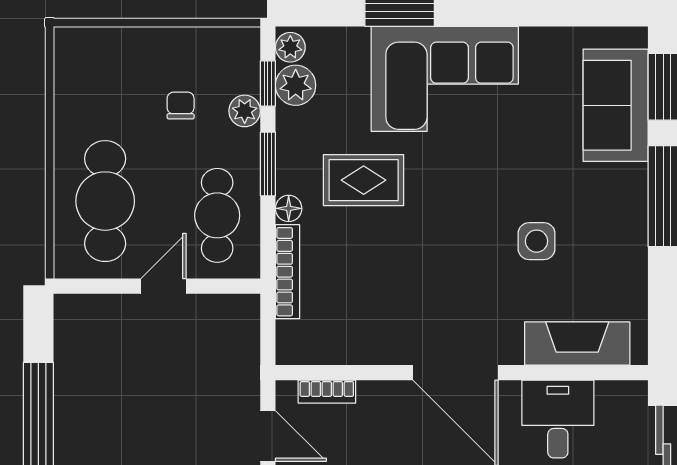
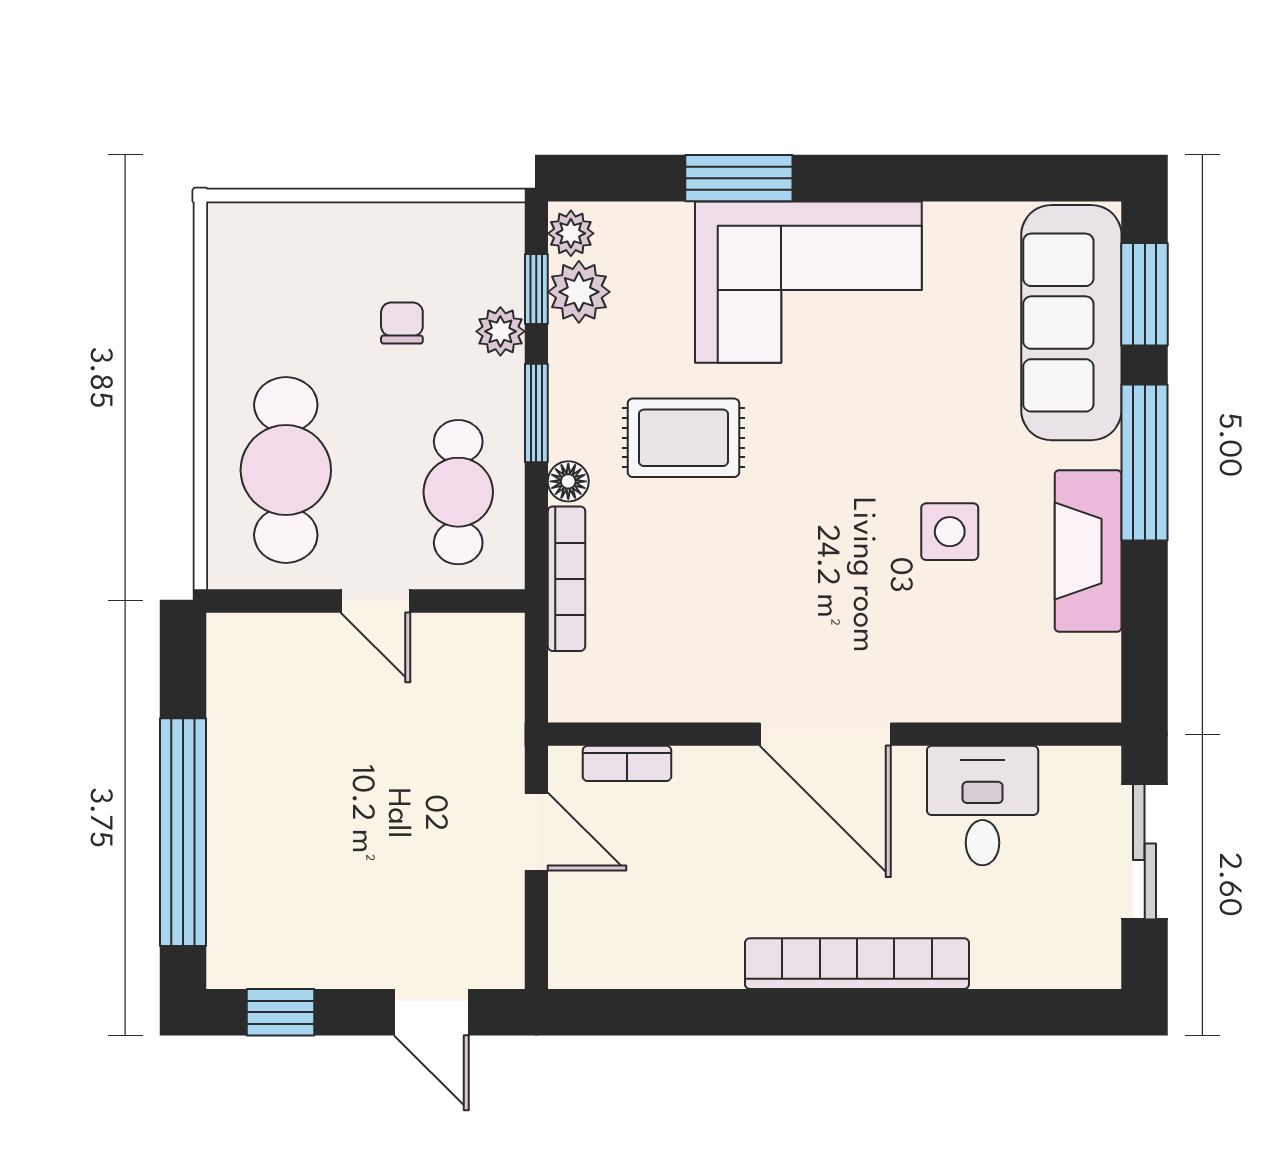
sofa: (616, 105) -> (1071, 323), width x1.36
door: (163, 286) -> (376, 601), swing flipped
fireplace: (577, 344) -> (1088, 551), moved, turned -90

